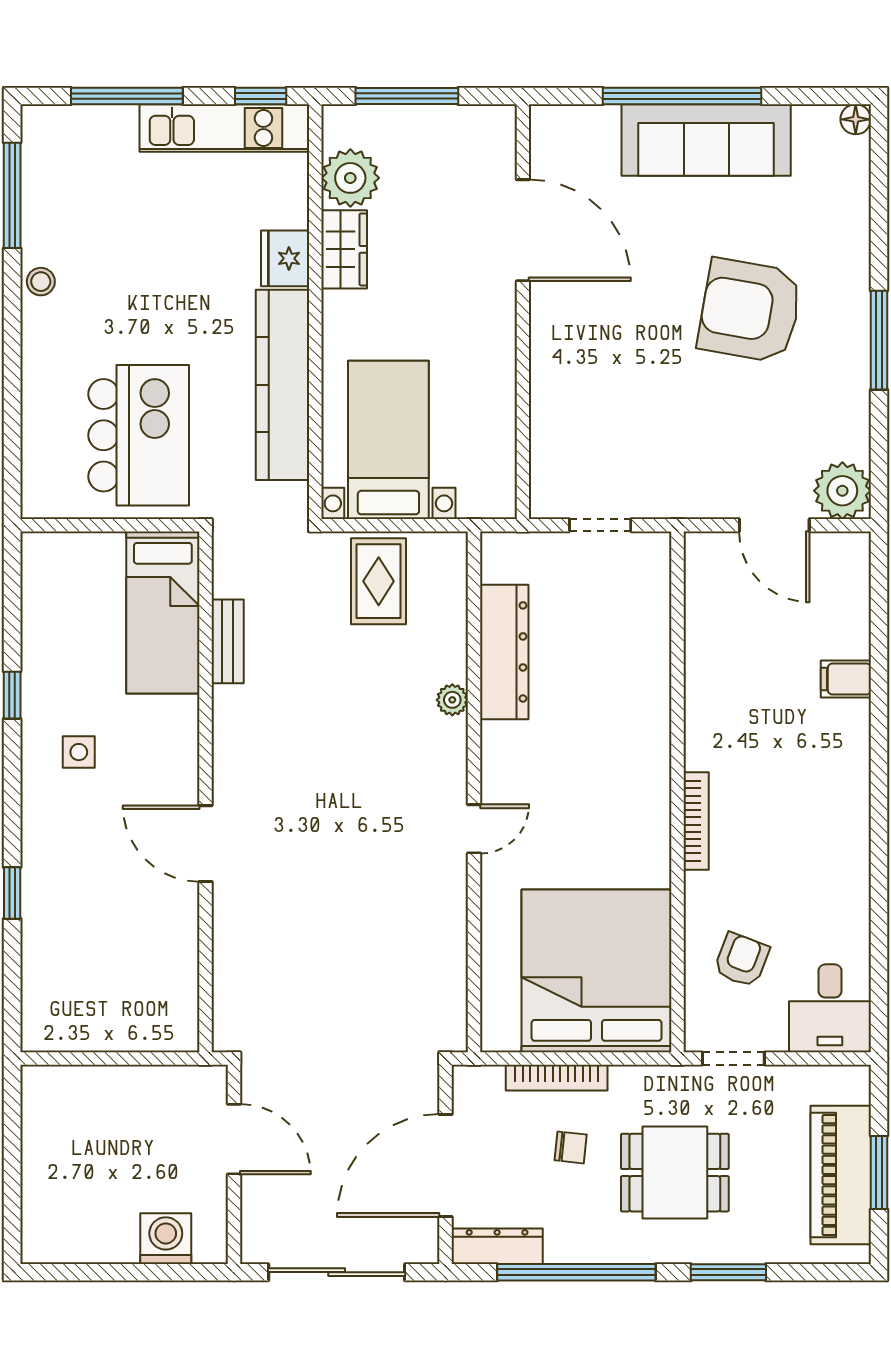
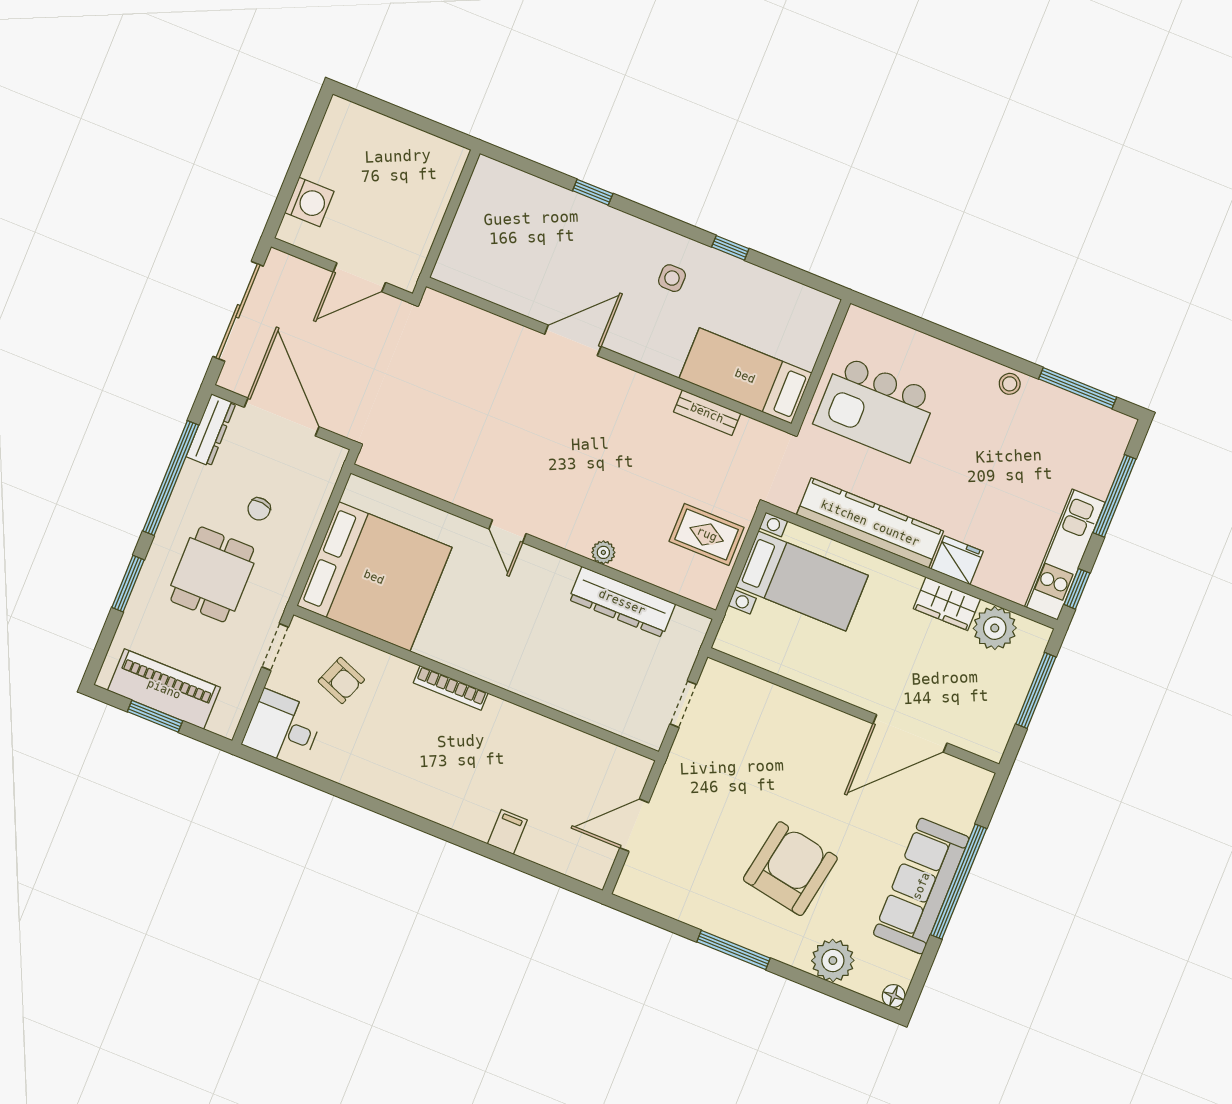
plant: (842, 491) -> (833, 961), moved
bookcase: (557, 1078) -> (312, 519), removed

